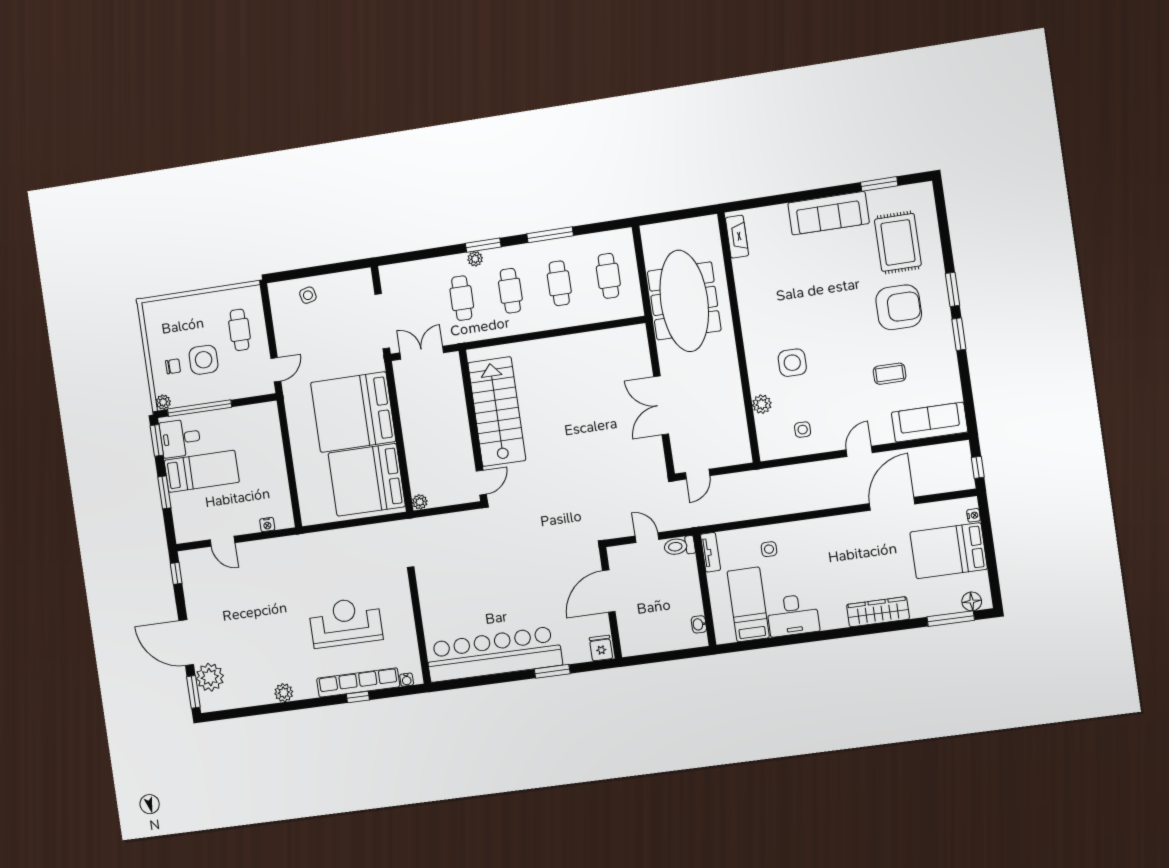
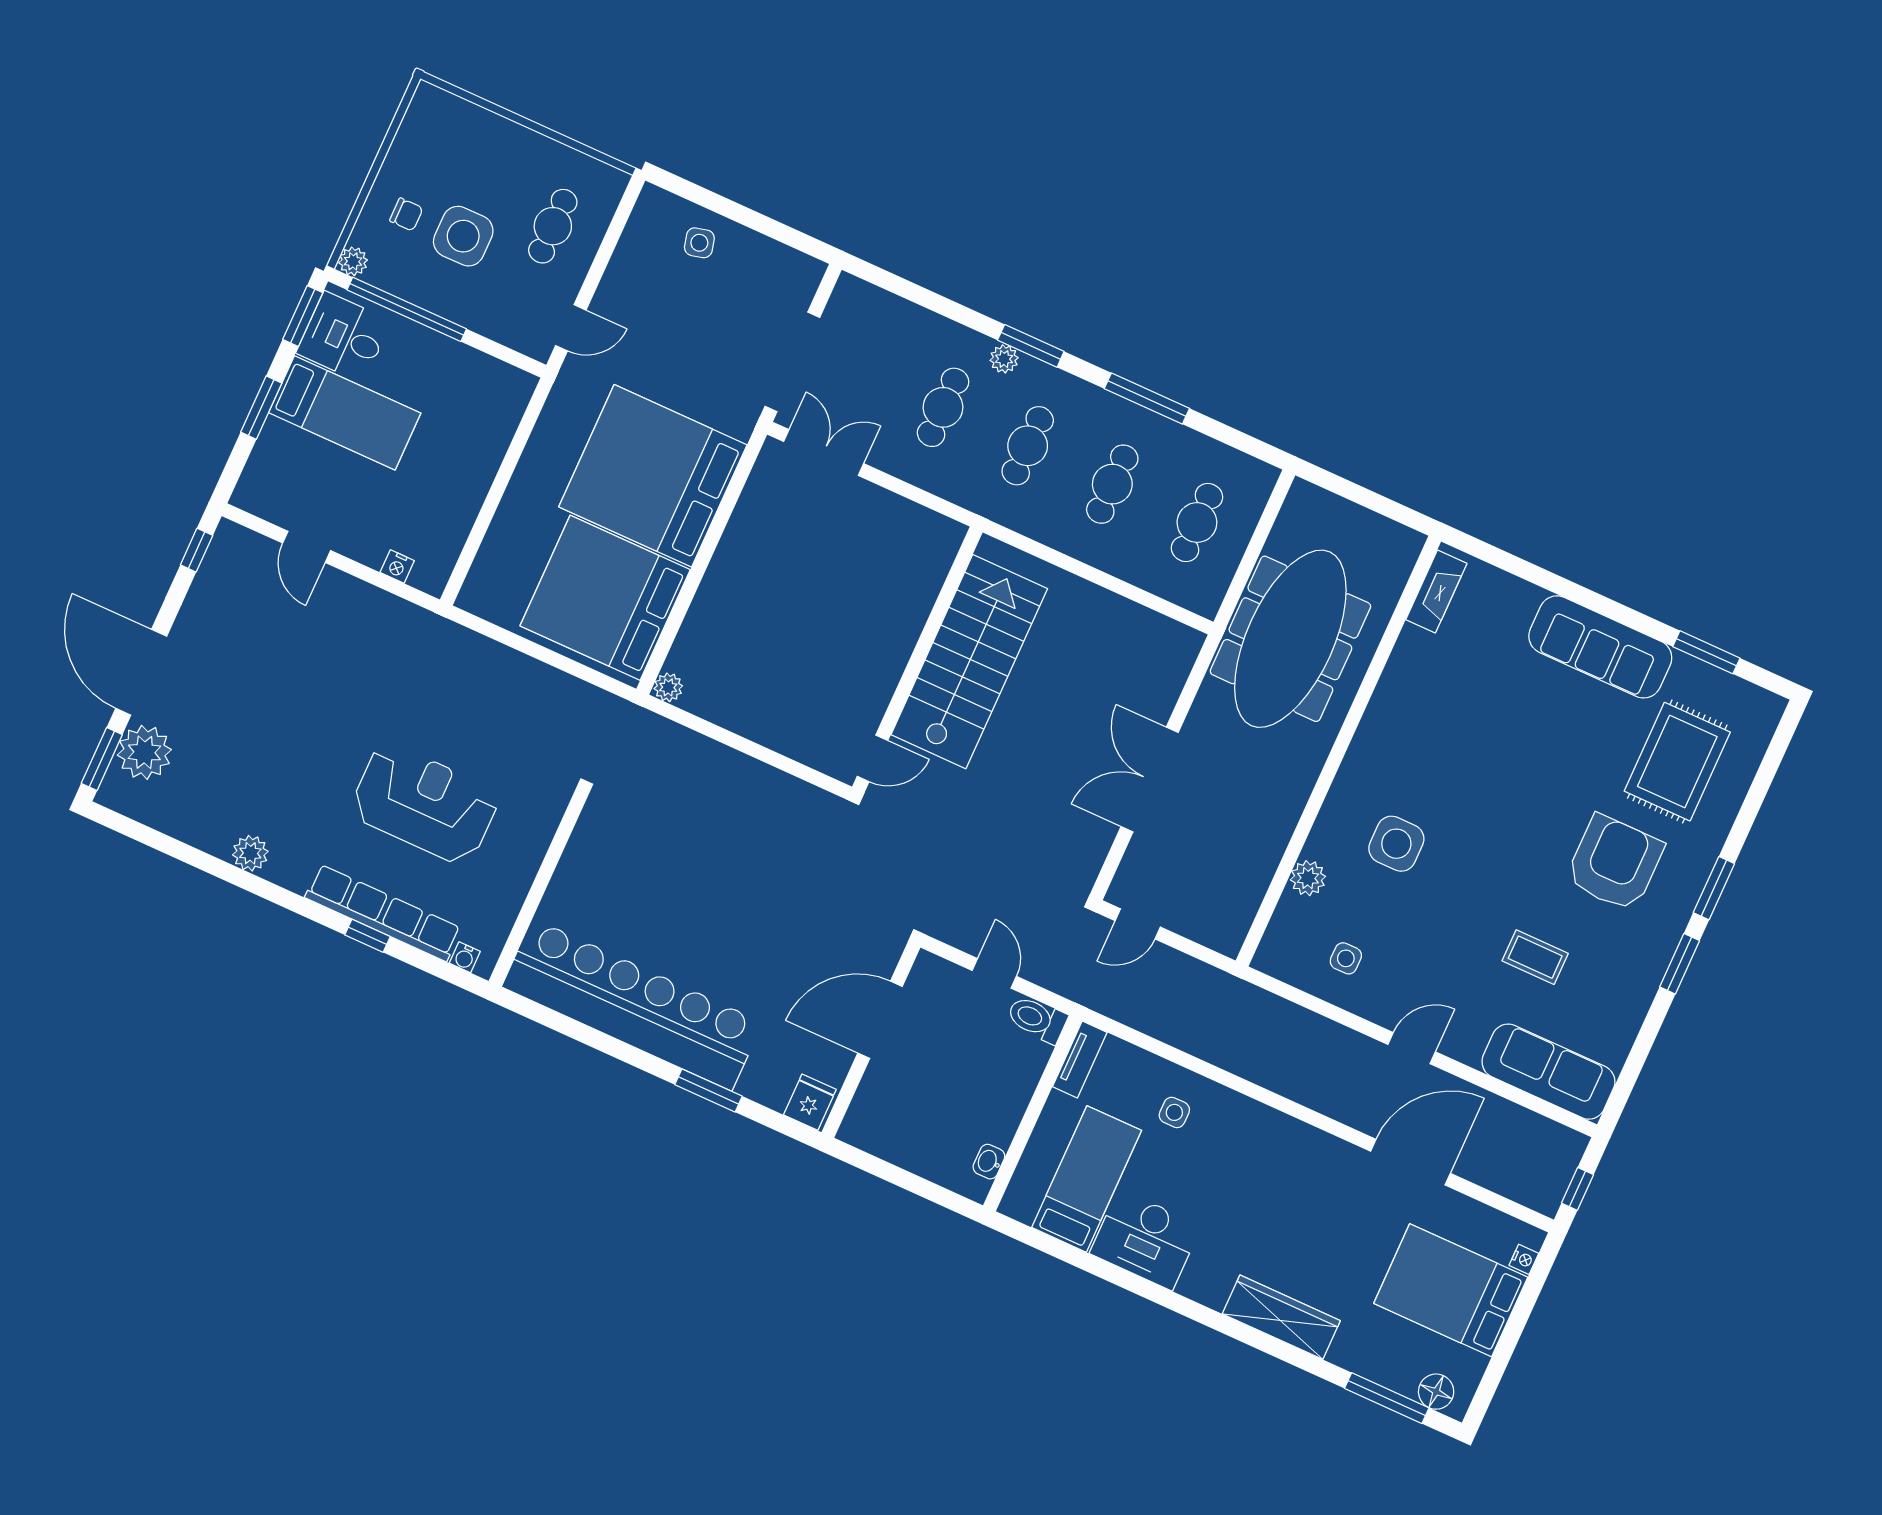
armchair: (899, 307) -> (1615, 863), turned -90
stairs: (497, 412) -> (969, 662), moved
wall: (473, 426) -> (917, 659), moved
door: (481, 483) -> (872, 758), moved

